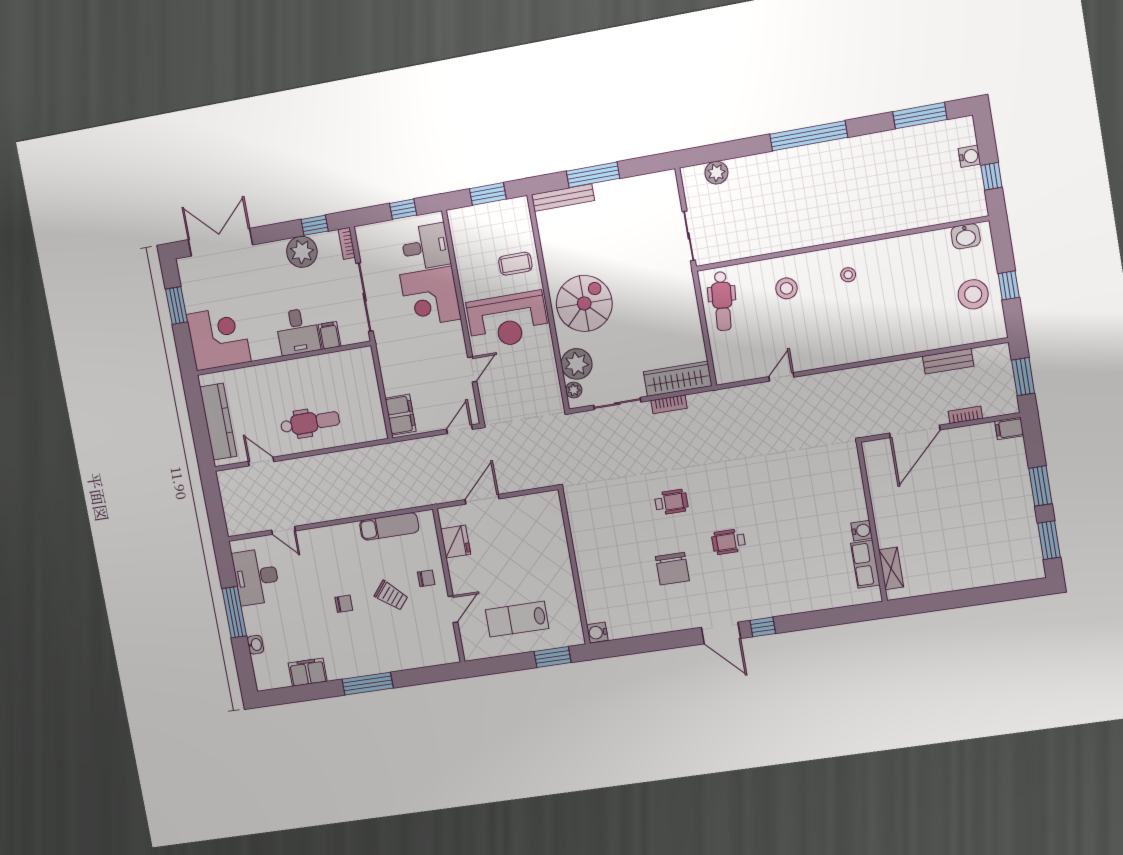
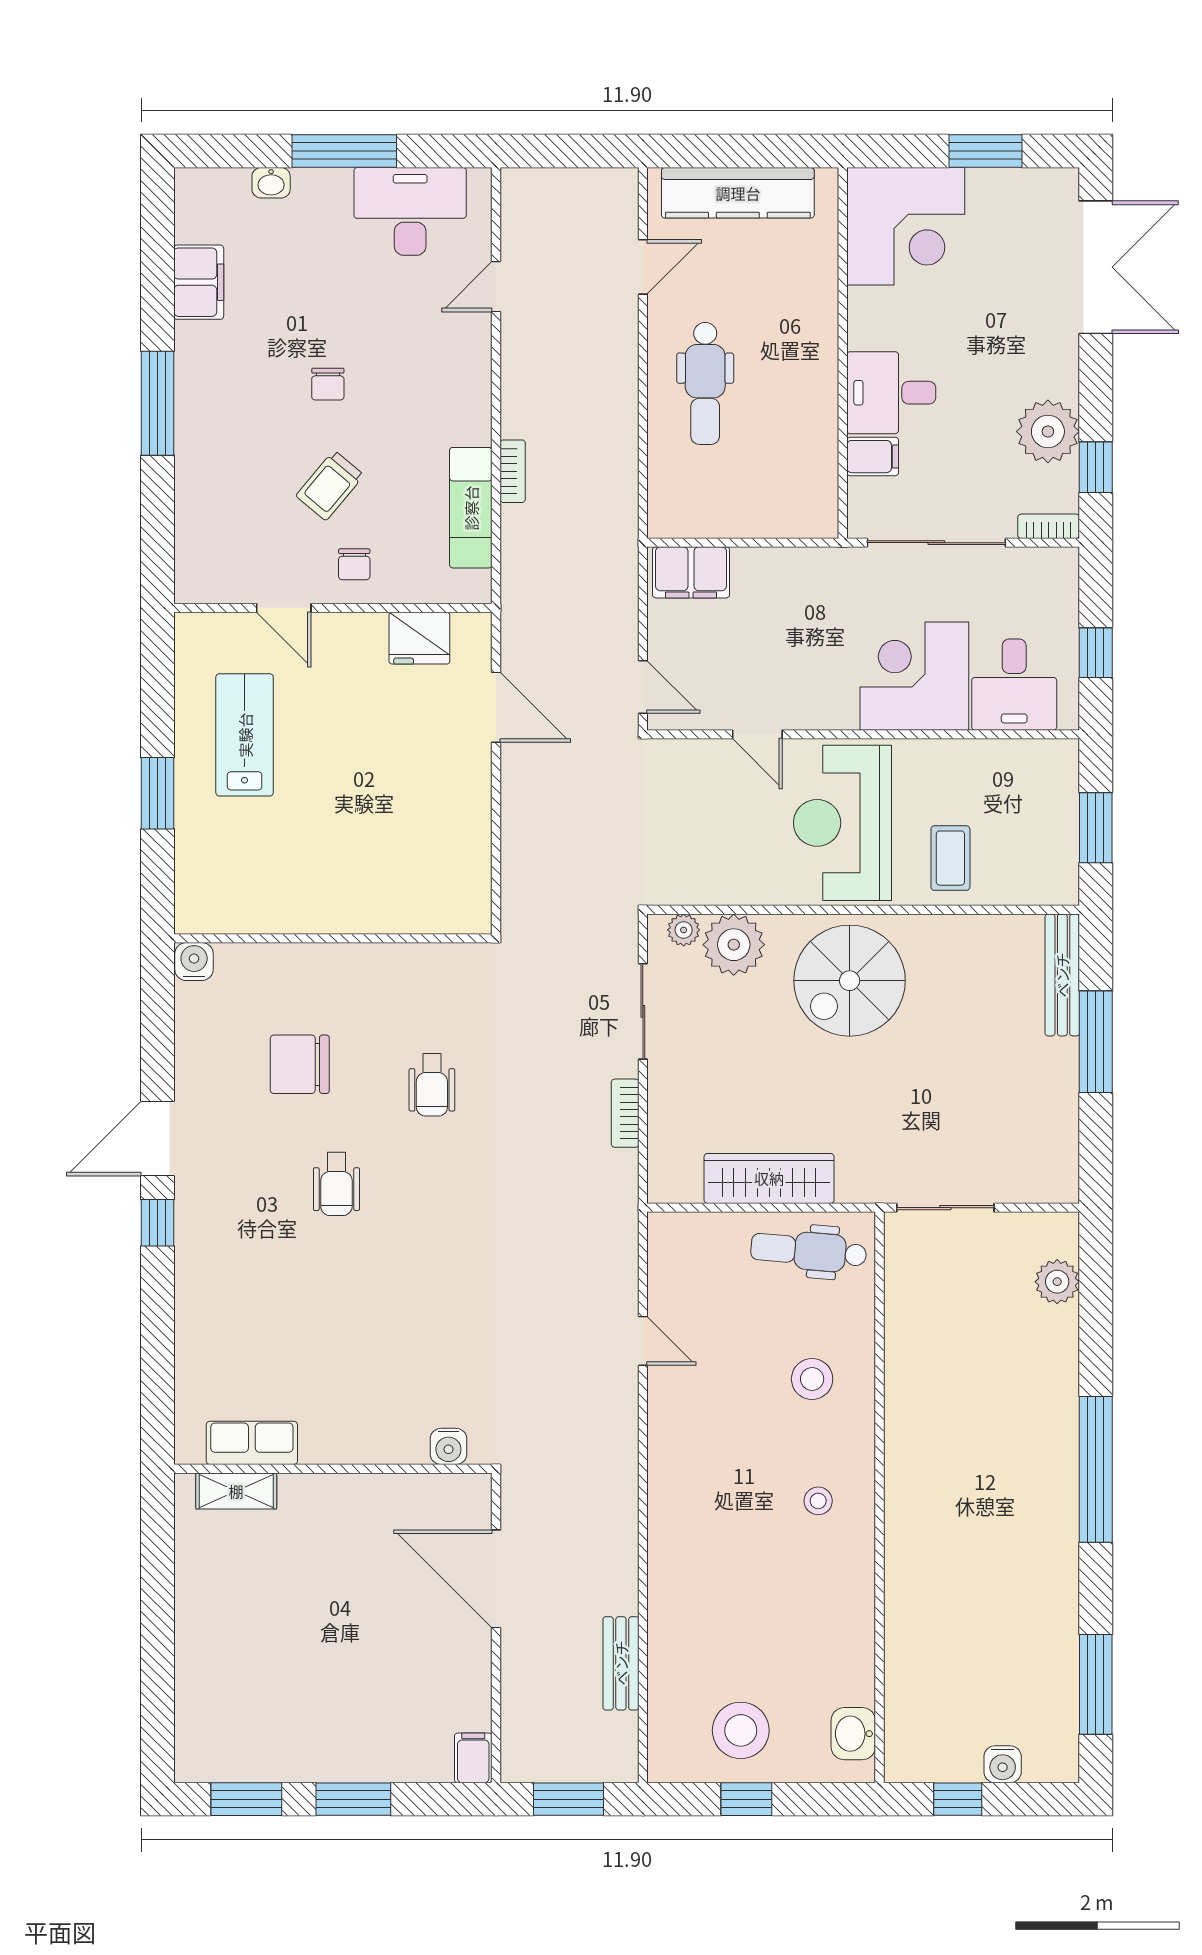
spiral stairs: (584, 303) -> (850, 981), turned 90
wardrobe: (678, 379) -> (769, 1178), moved, turned -90
bookcase: (965, 415) -> (513, 471), moved
water cooler: (862, 531) -> (448, 1446), moved
wheelchair: (729, 542) -> (336, 1184), turned 180
wall: (574, 567) -> (333, 938), moved
water cooler: (597, 632) -> (194, 962), moved

